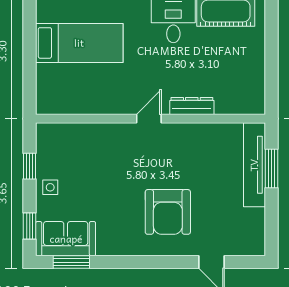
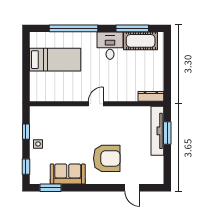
dresser: (192, 106) -> (151, 96), moved
armchair: (168, 212) -> (107, 158), turned -90
sofa: (66, 239) -> (68, 174), moved

